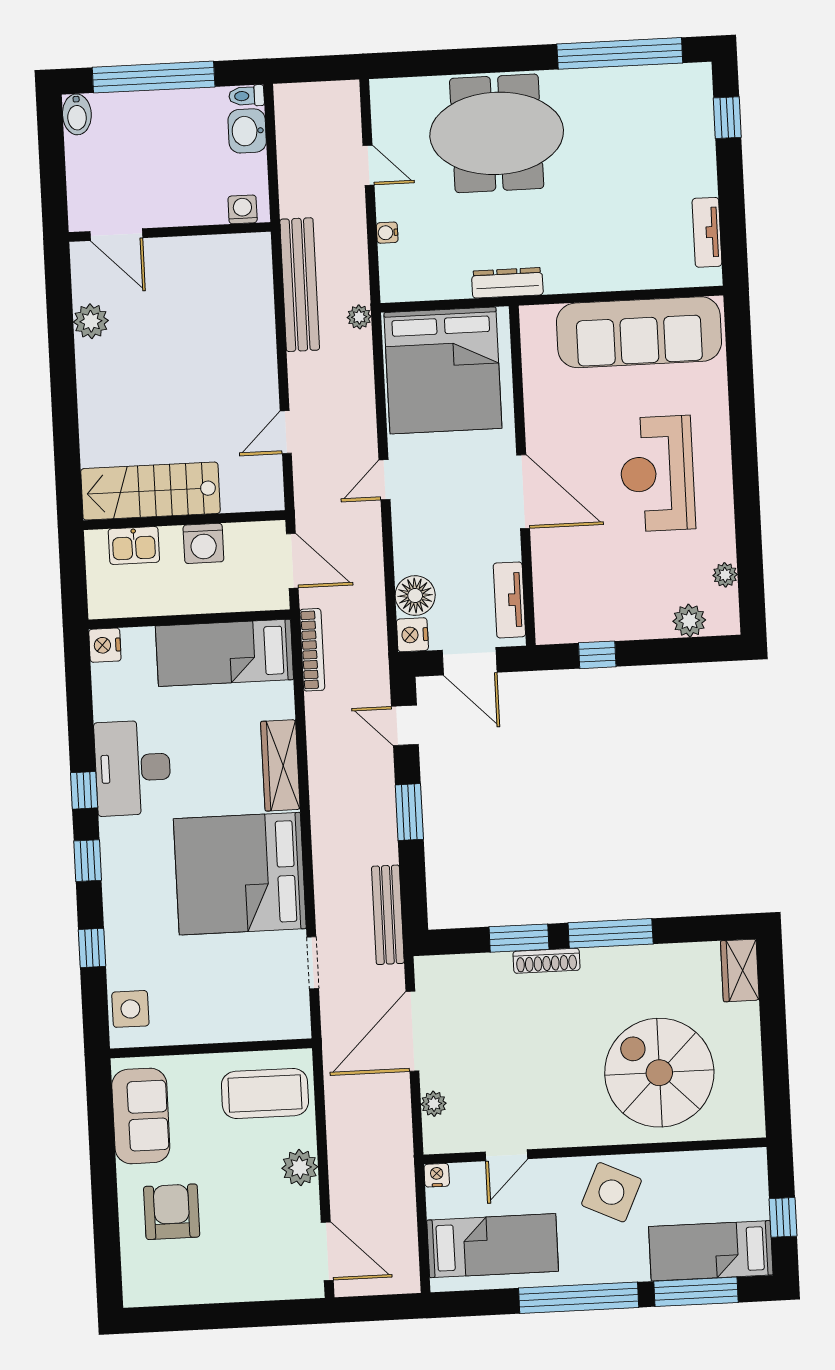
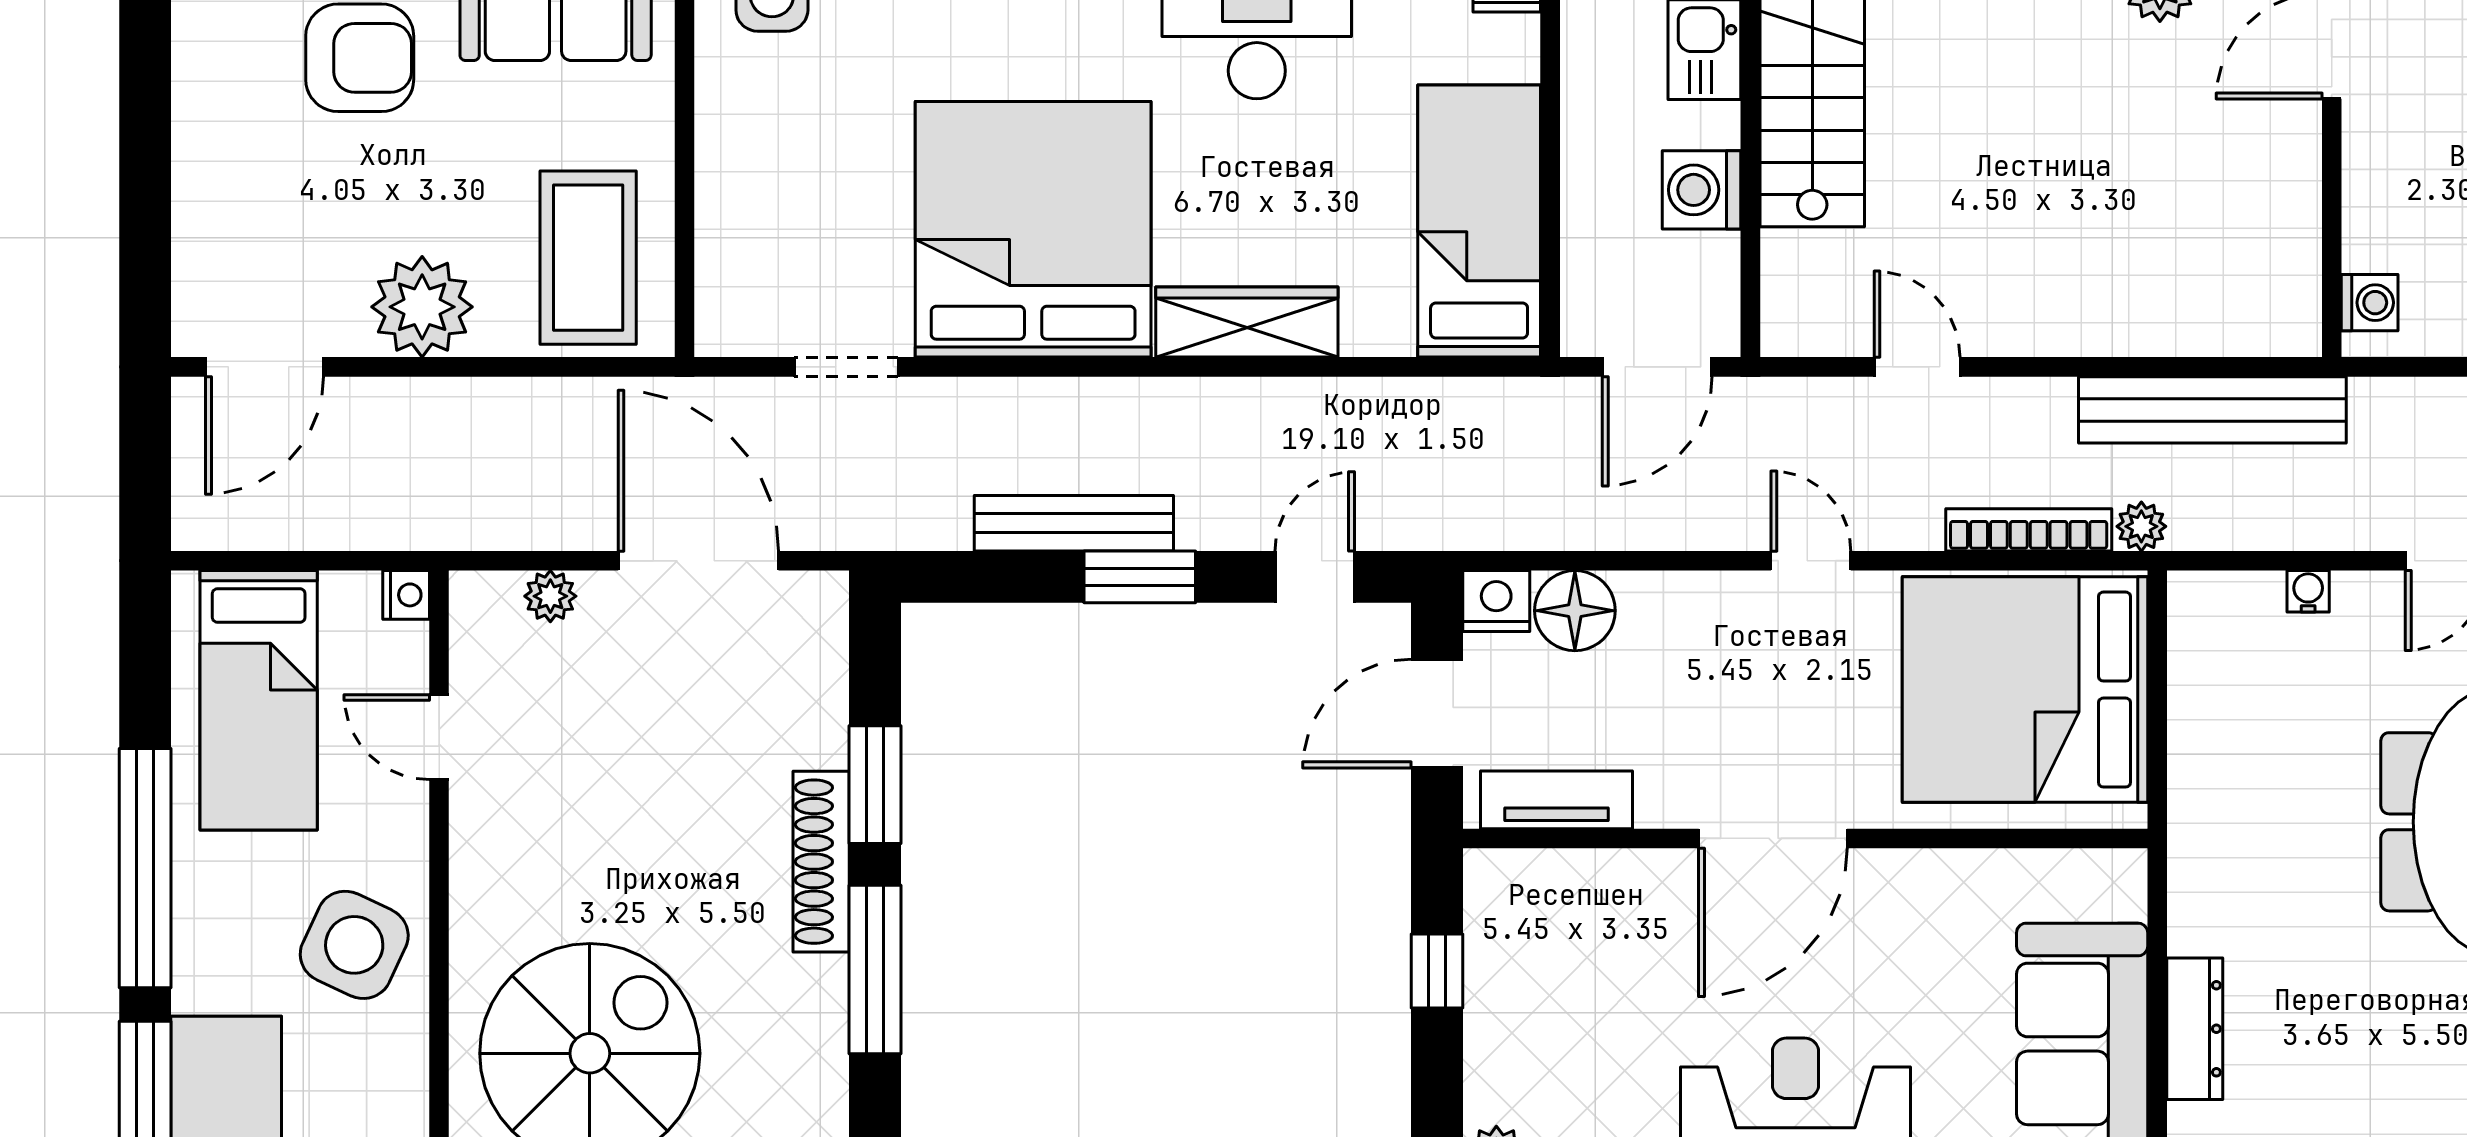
dresser: (507, 283) -> (2195, 1029), moved
bookcase: (312, 650) -> (2029, 530), moved, turned 180
bench: (388, 915) -> (1074, 523), moved
shoe rack: (546, 961) -> (821, 862), width x1.36, depth x1.24
plant: (300, 1168) -> (422, 307), width x1.36, depth x1.36

